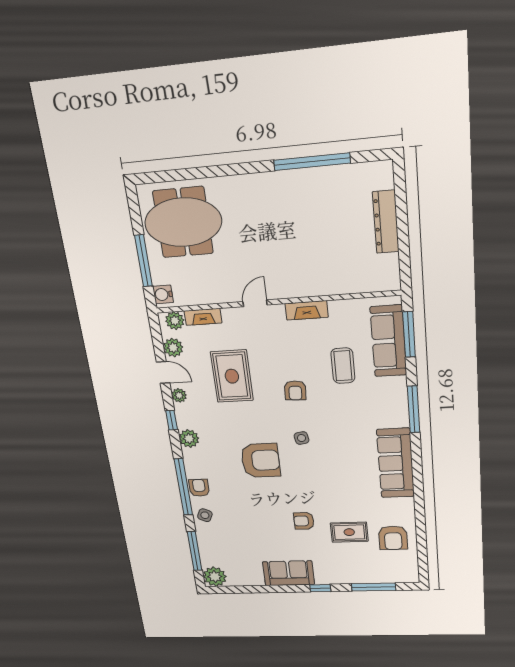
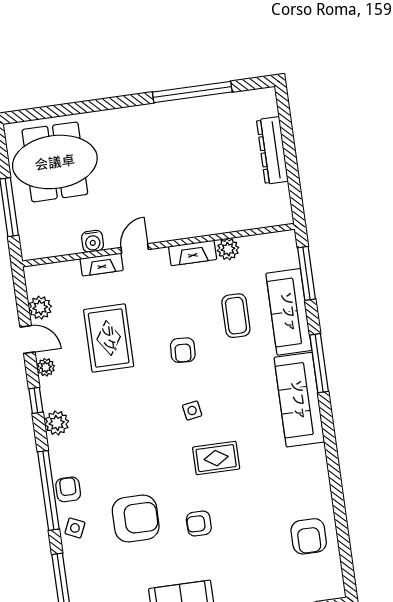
water cooler: (163, 294) -> (93, 241), moved, turned -90
fireplace: (203, 317) -> (102, 265), moved
plant: (175, 321) -> (228, 249), moved
sofa: (388, 341) -> (289, 312), moved
armchair: (260, 460) -> (136, 518), moved
sofa: (396, 463) -> (299, 400), moved
rug: (349, 532) -> (216, 458), moved

